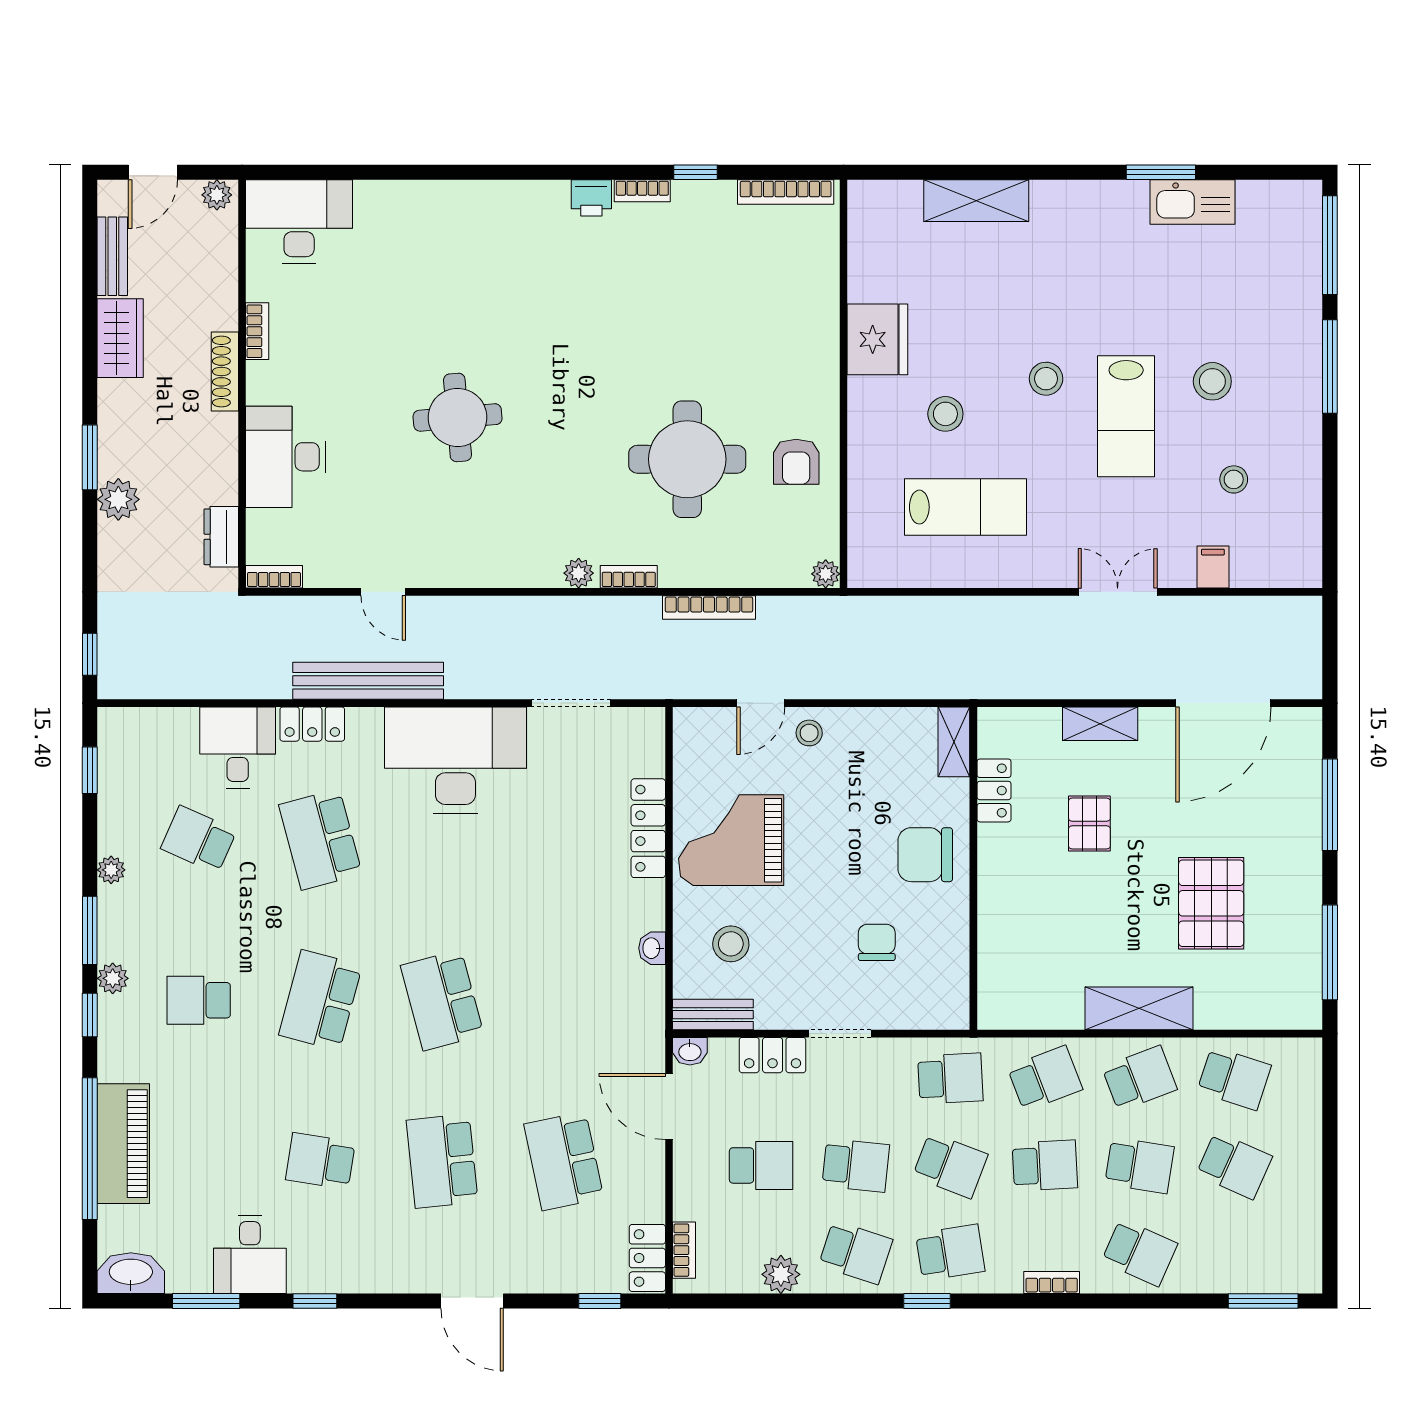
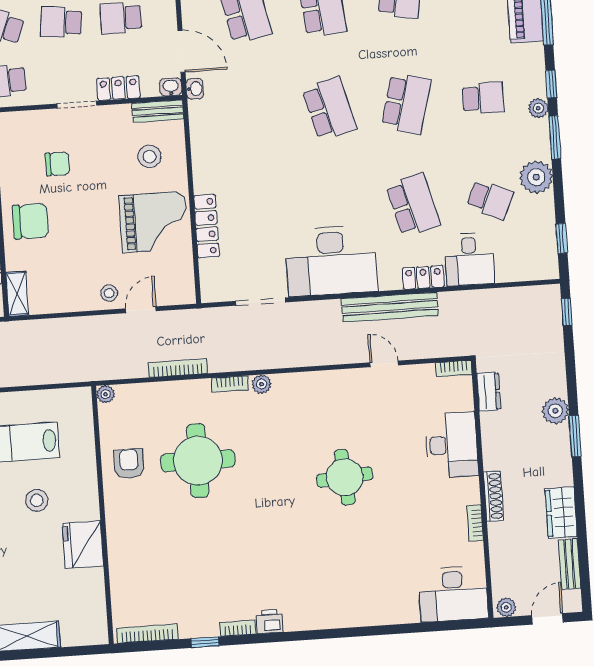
plant: (111, 870) -> (536, 177), width x1.87, depth x1.87
chair: (877, 942) -> (57, 164), turned -90
washbasin: (652, 948) -> (195, 89), moved

